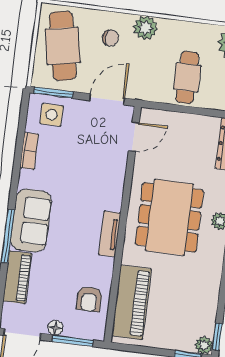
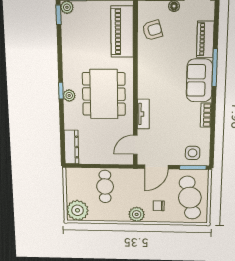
bookcase: (29, 151) -> (206, 115), moved
tv unit: (110, 234) -> (143, 114), moved
armchair: (89, 299) -> (152, 30), turned 74

